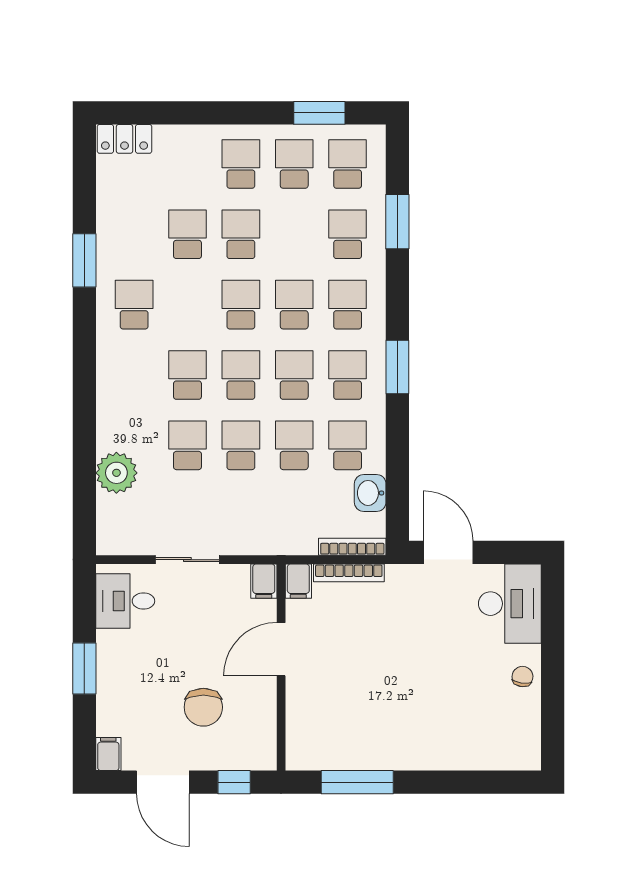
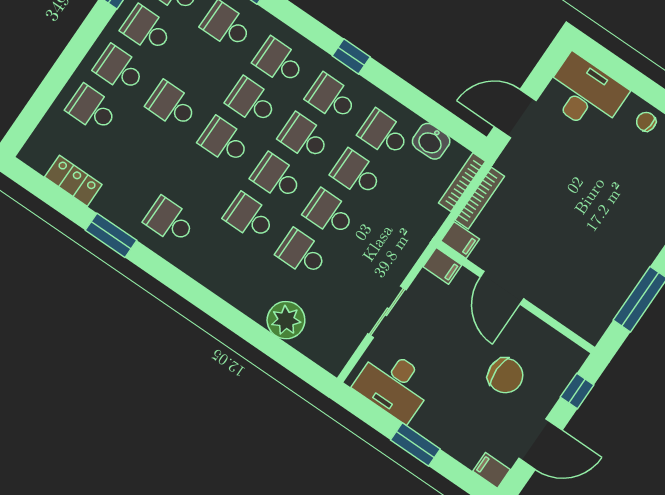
locker: (125, 139) -> (73, 181), moved, turned -90
school desk: (187, 234) -> (92, 109), moved
window: (397, 367) -> (351, 56), width x0.67
desk: (125, 601) -> (394, 385), width x1.37

